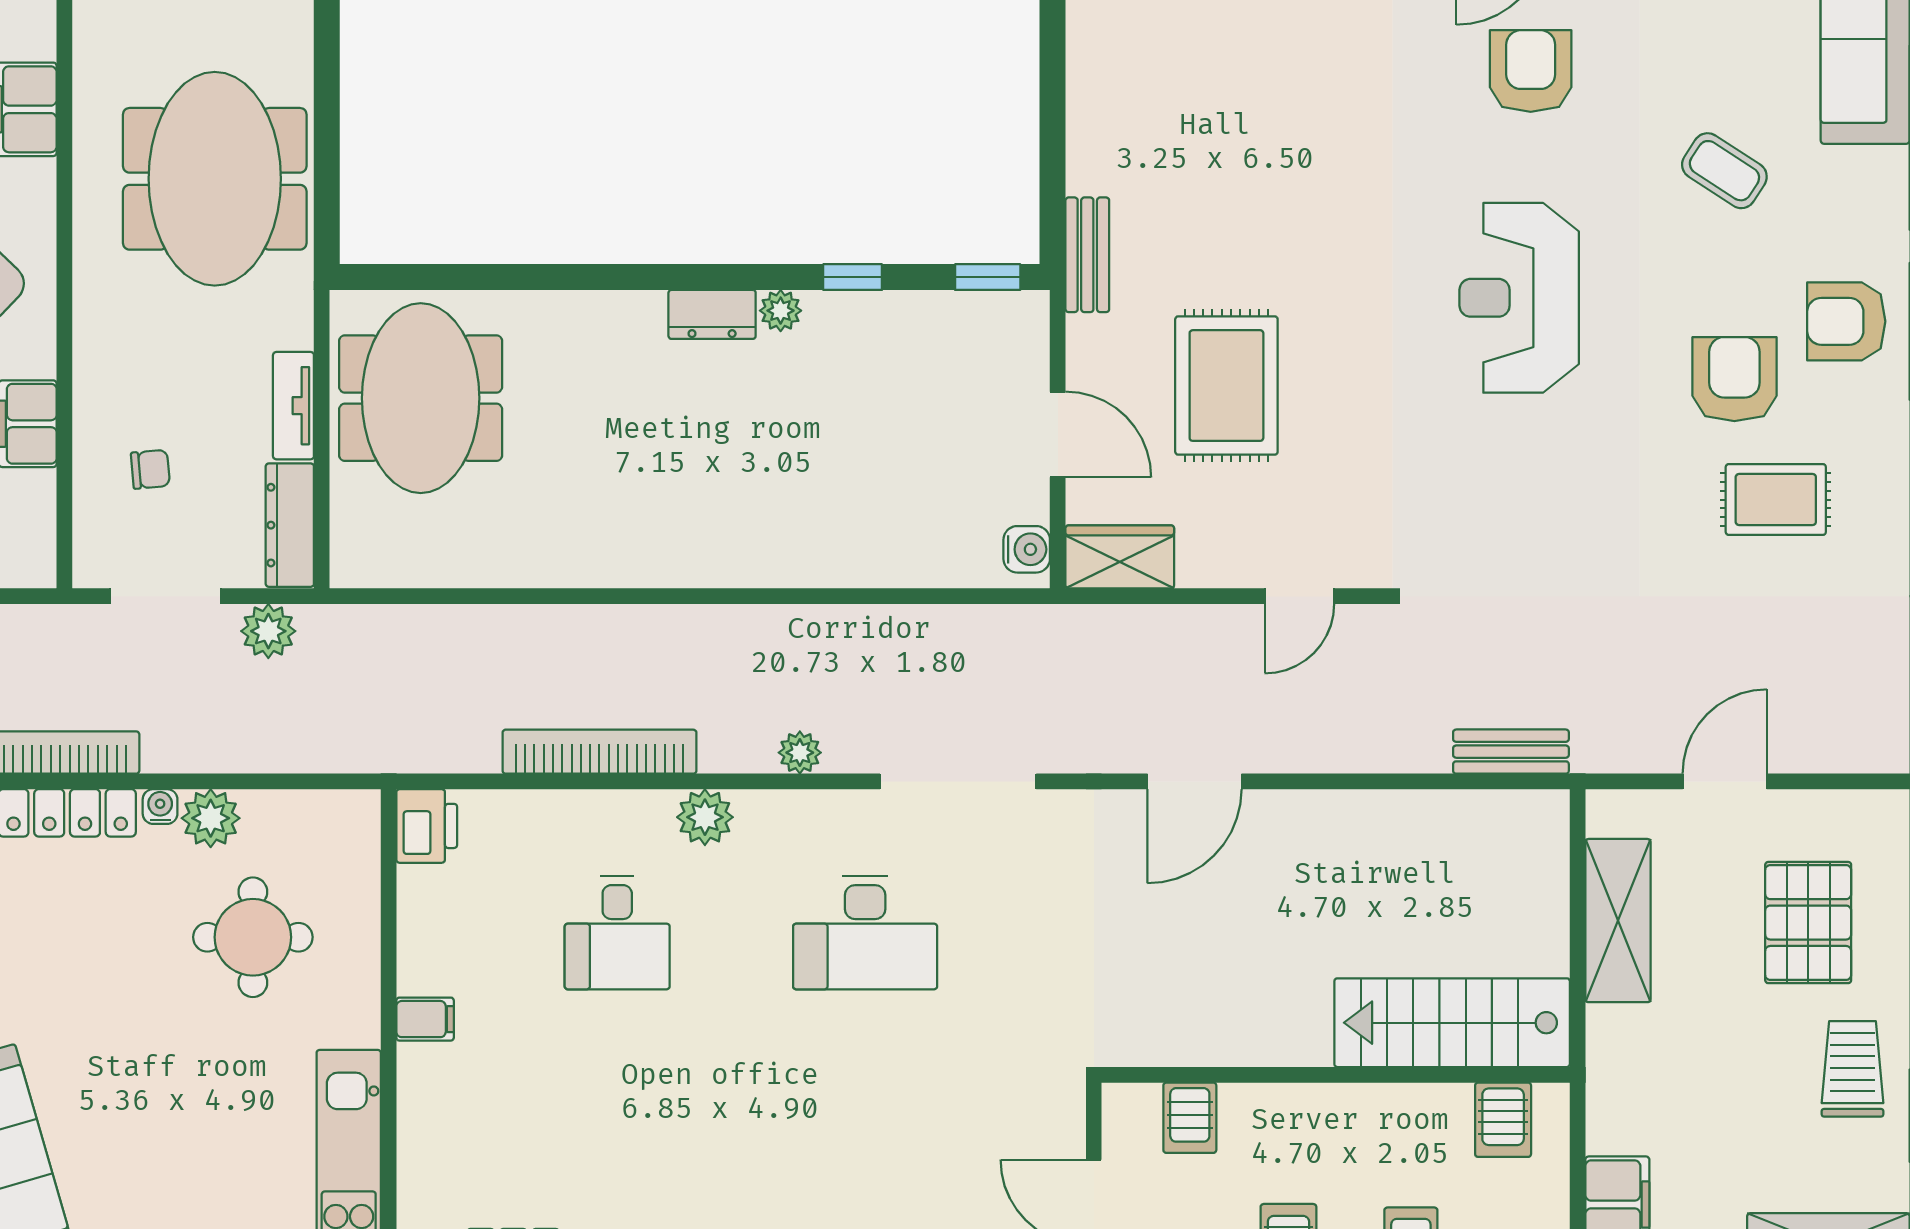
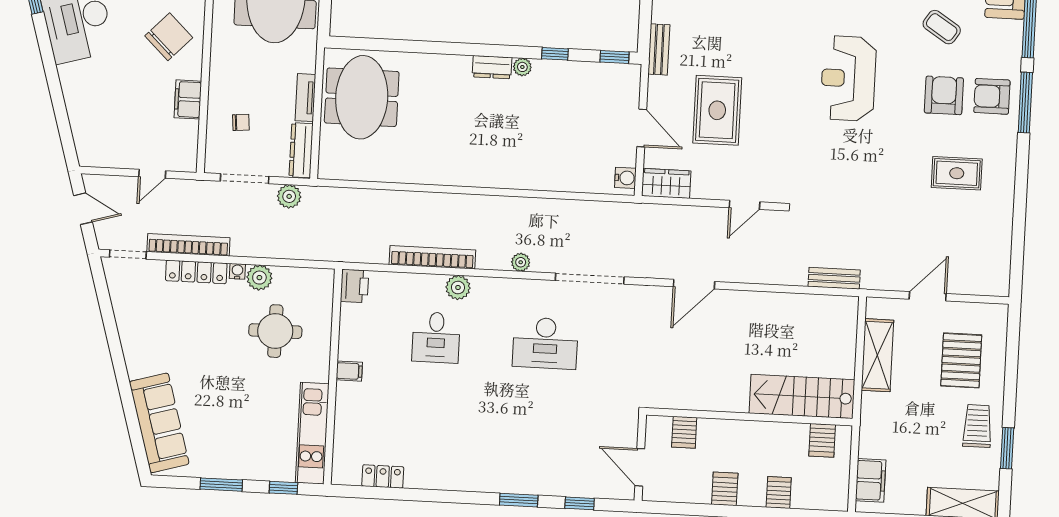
armchair: (1734, 379) -> (944, 95), moved
plant: (705, 817) -> (458, 288), moved

